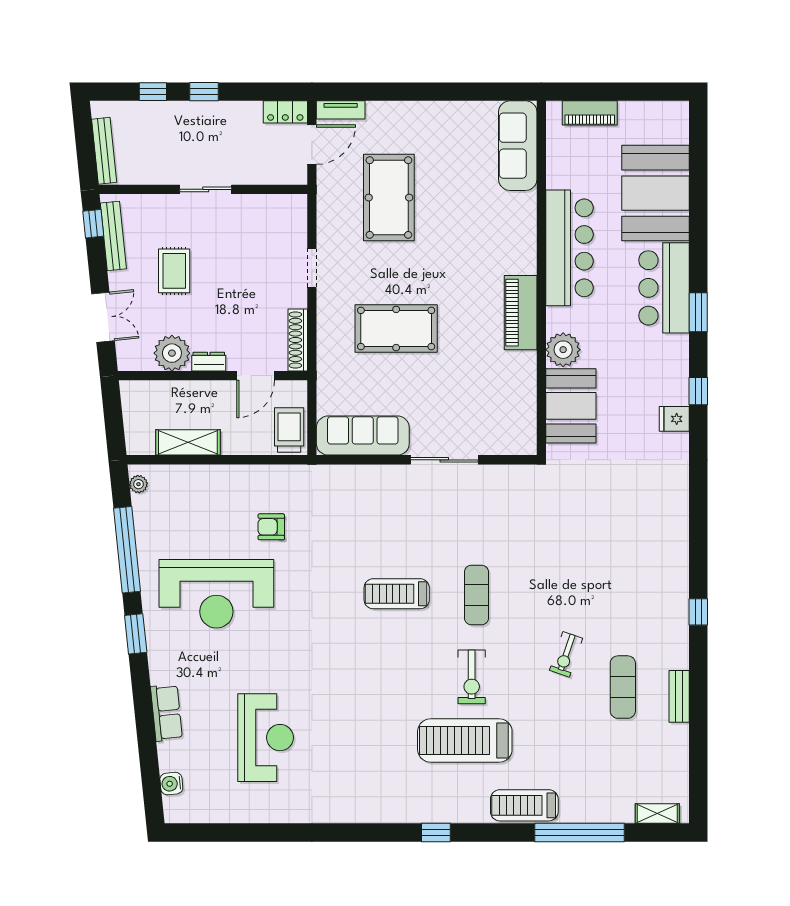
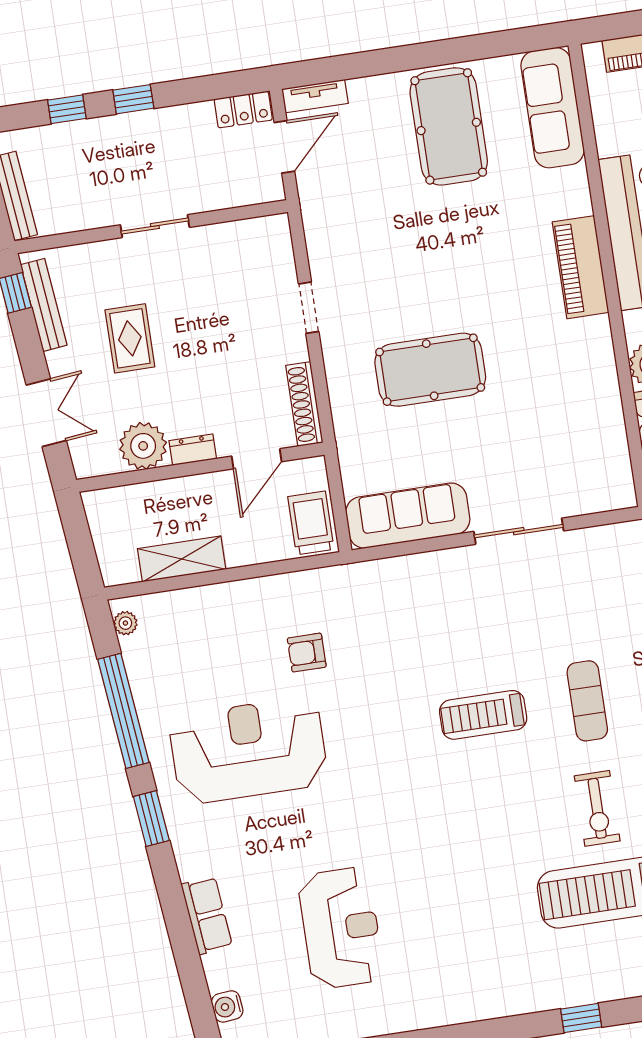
pool table: (389, 198) -> (449, 126), moved
piano: (521, 313) -> (581, 267), moved
reception desk: (216, 594) -> (248, 750), turned 180

